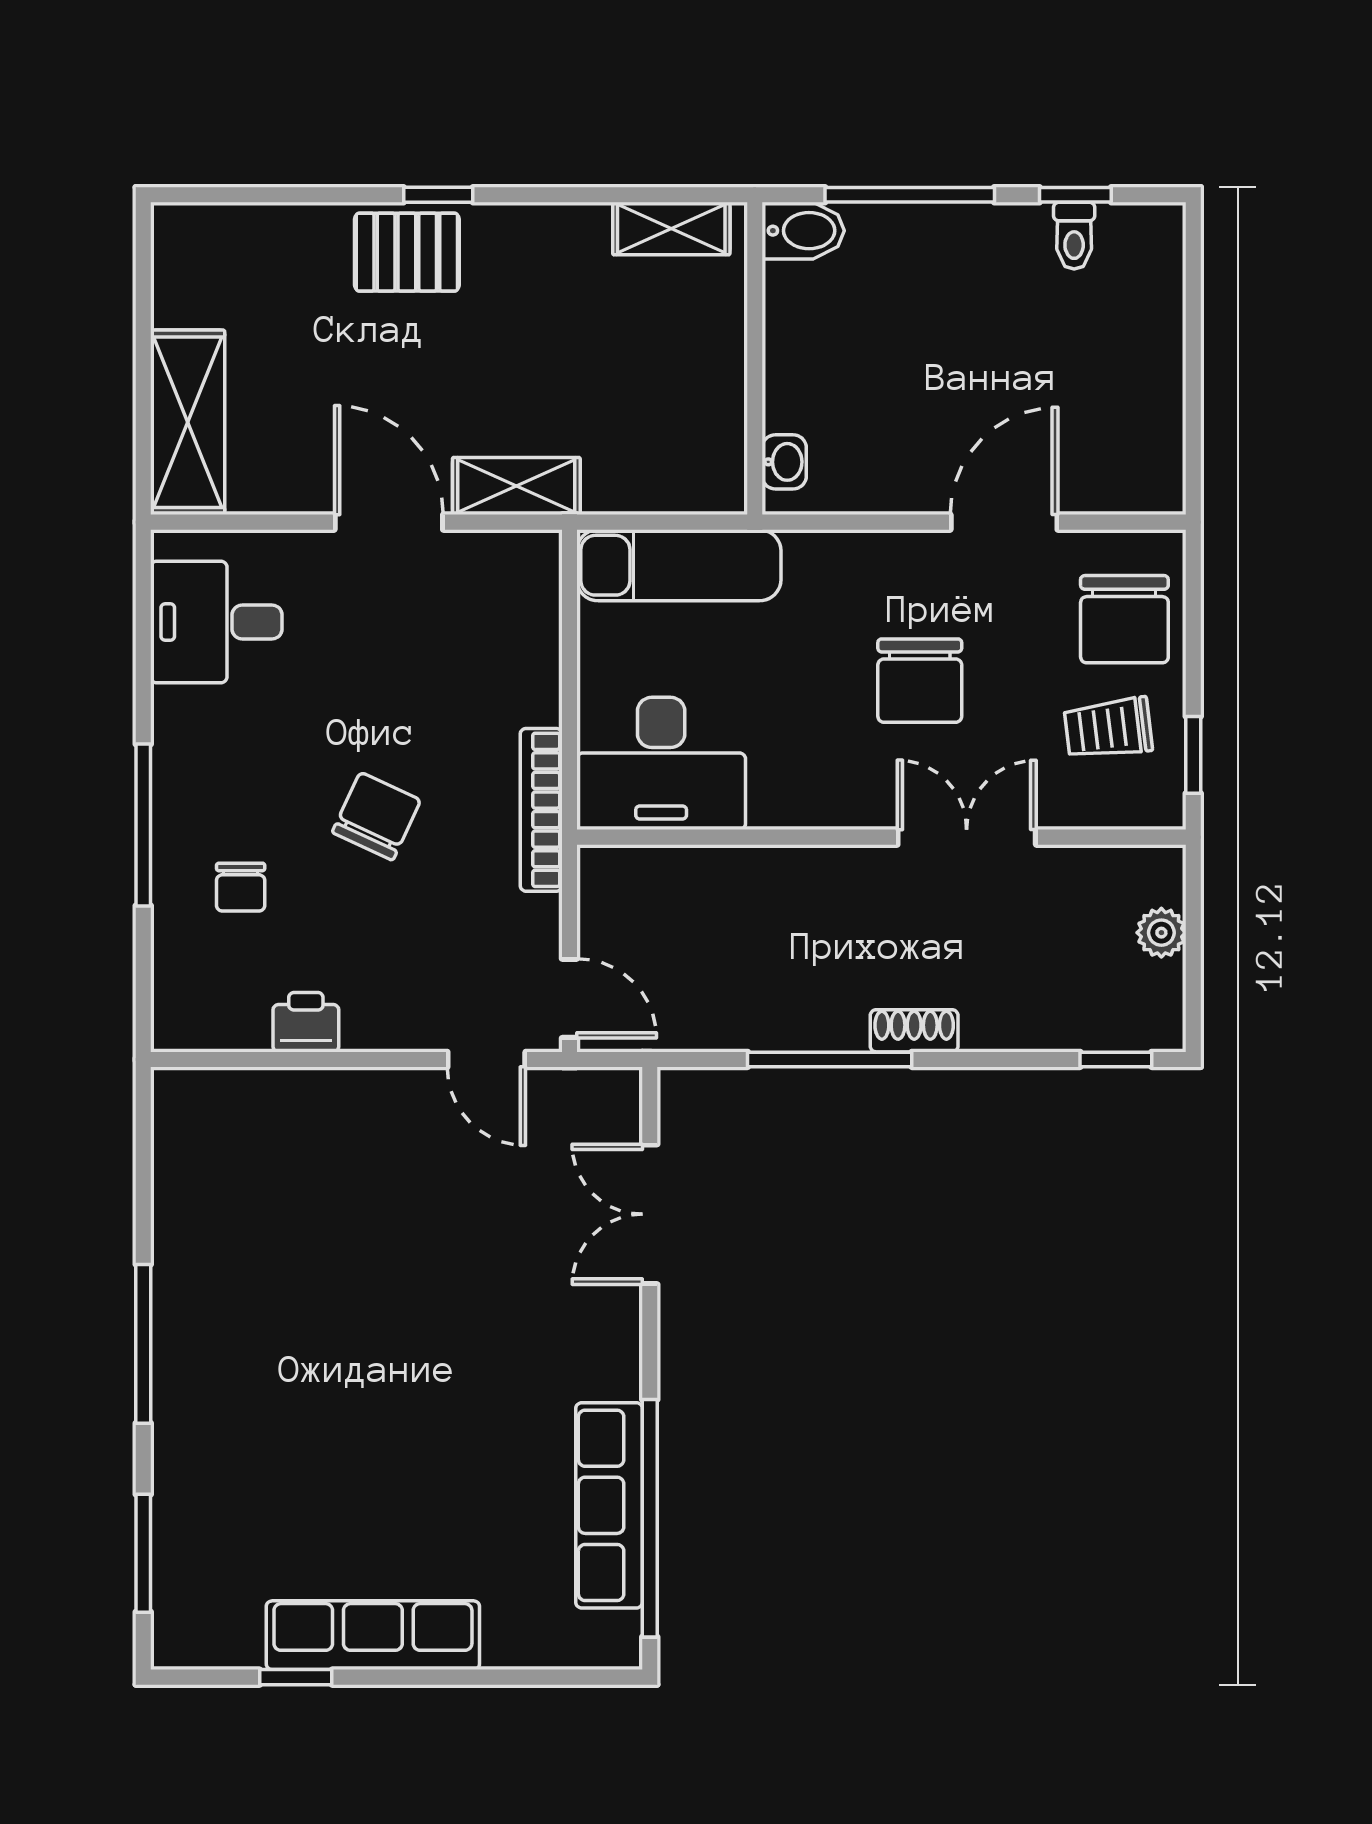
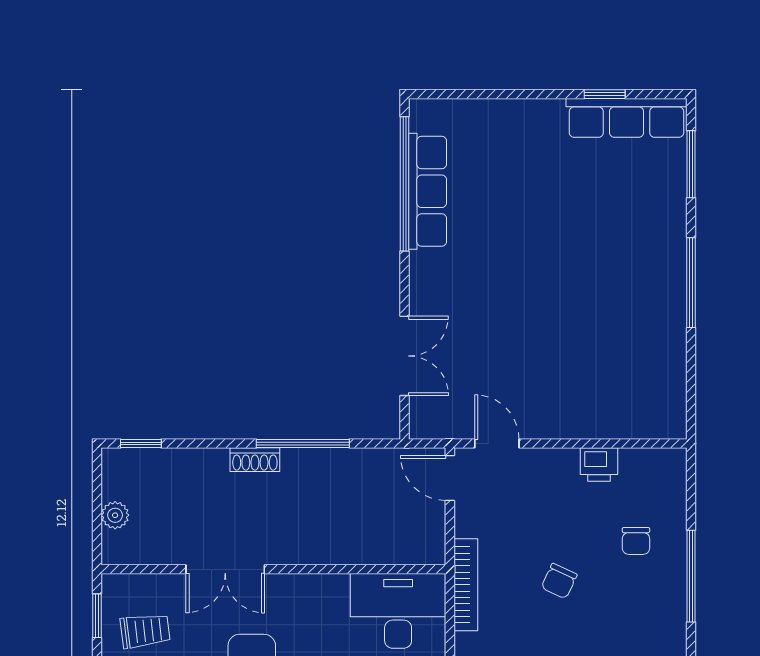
chair: (376, 816) -> (559, 581), width x0.73, depth x0.73
chair: (241, 887) -> (636, 541), turned 180
row of seats: (373, 1635) -> (627, 118), moved

